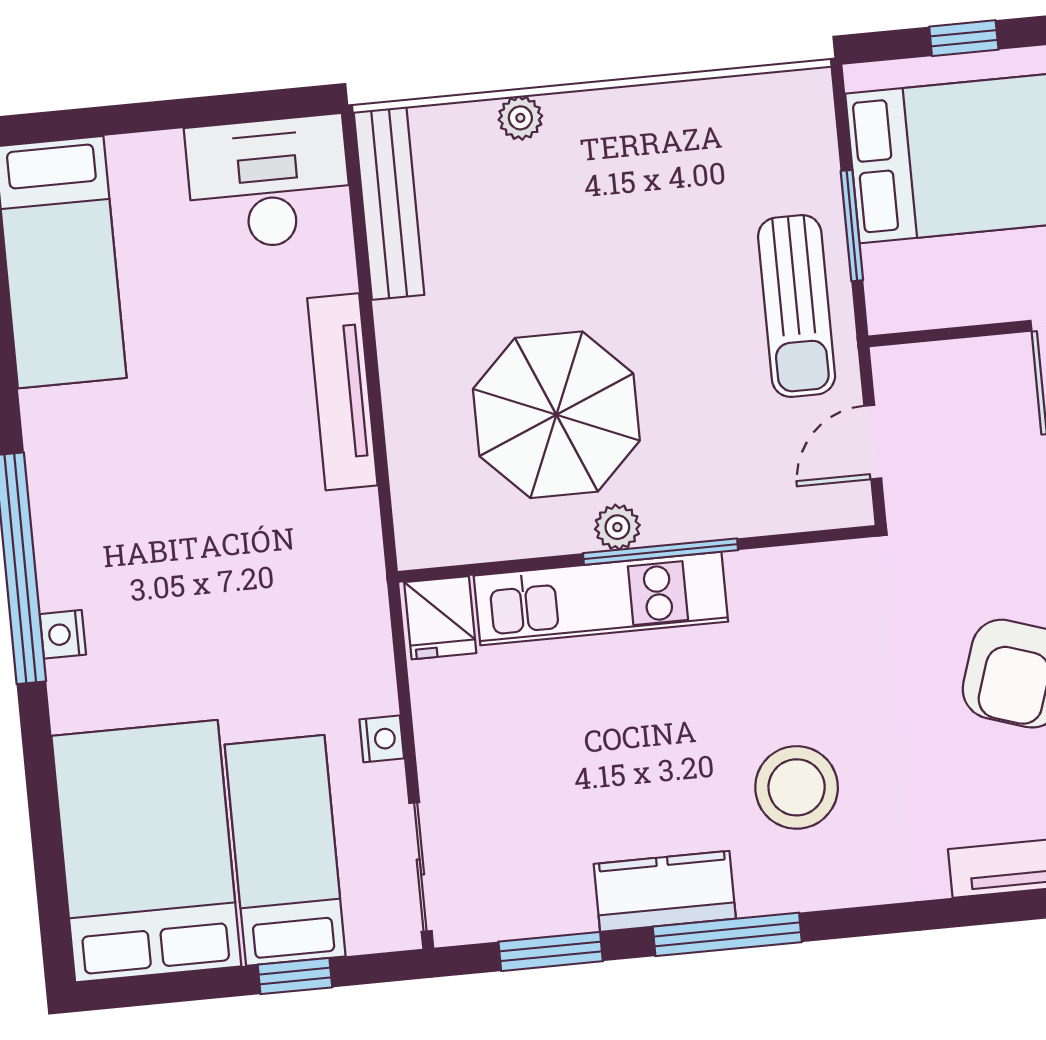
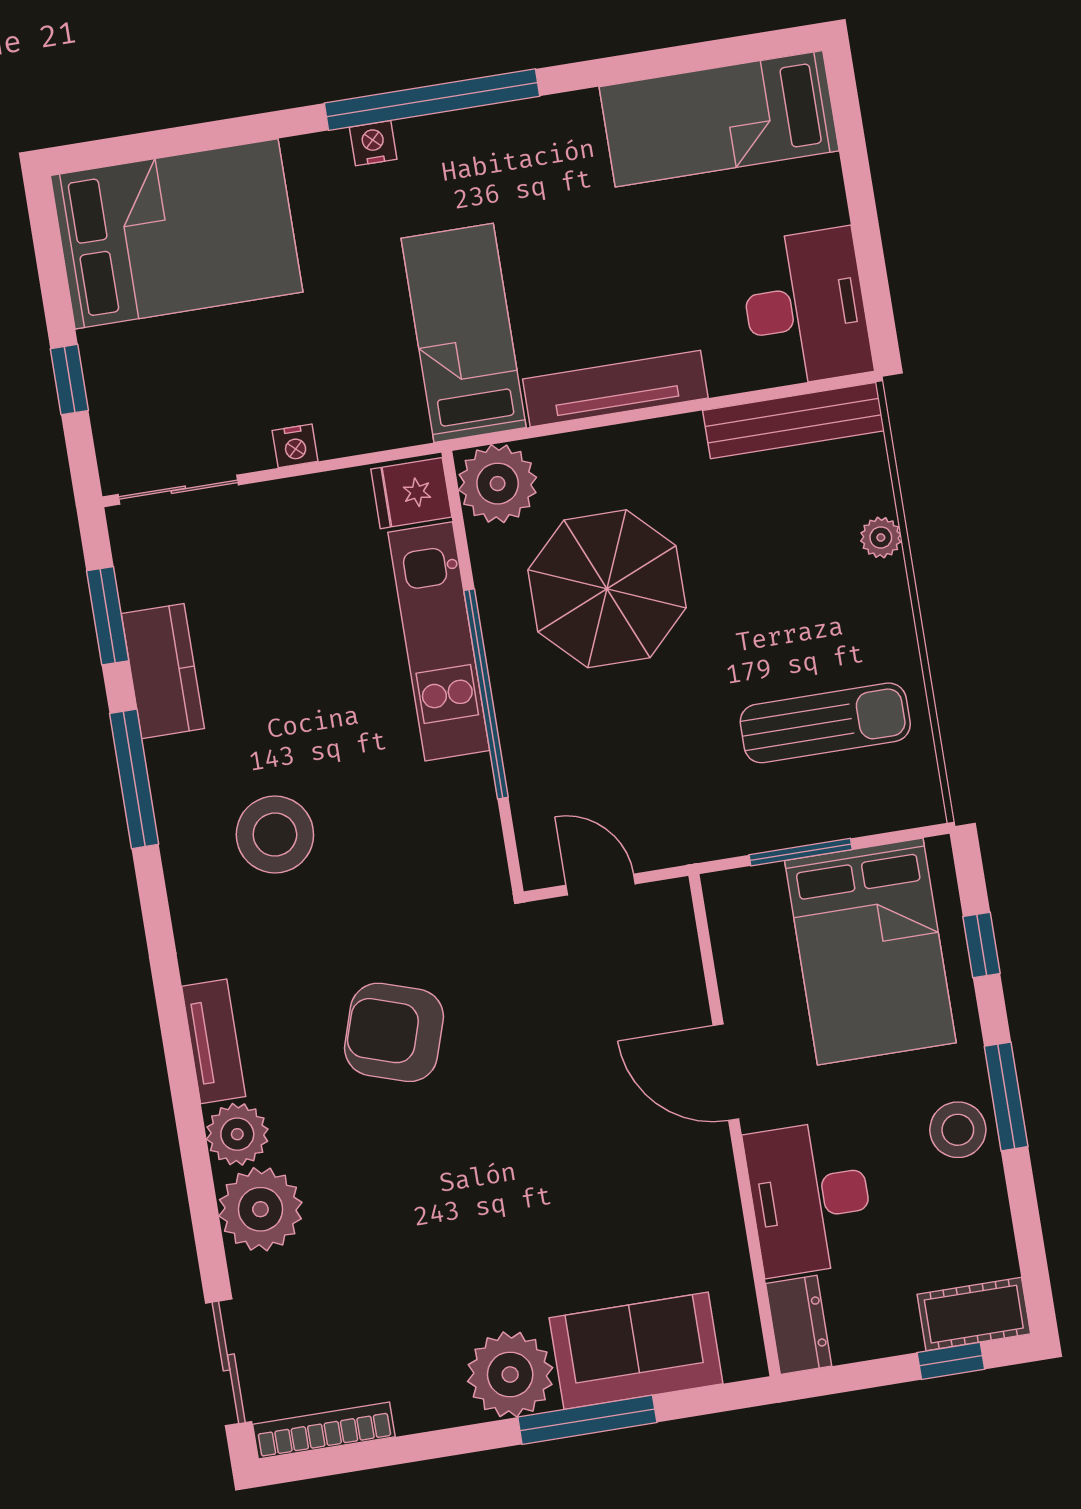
sun lounger: (797, 306) -> (825, 723), moved, turned 180
plant: (617, 527) -> (498, 484), moved, width x1.88, depth x1.88
window: (660, 552) -> (486, 694), width x1.46
bed: (285, 850) -> (464, 333), moved, turned -90
kitchen counter: (665, 891) -> (163, 671), moved

